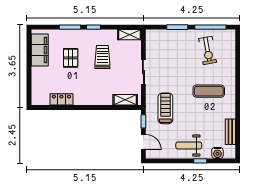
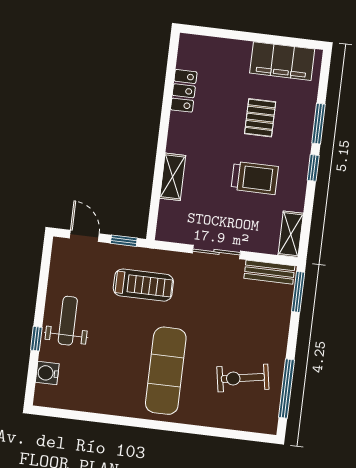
window: (177, 27) -> (298, 292), moved
pallet: (71, 58) -> (260, 118), turned 90
exercise mat: (209, 91) -> (166, 371), width x1.36, depth x1.45
shelving: (125, 100) -> (173, 177), moved
bench: (230, 132) -> (269, 272), moved
door: (143, 142) -> (84, 236), swing flipped

